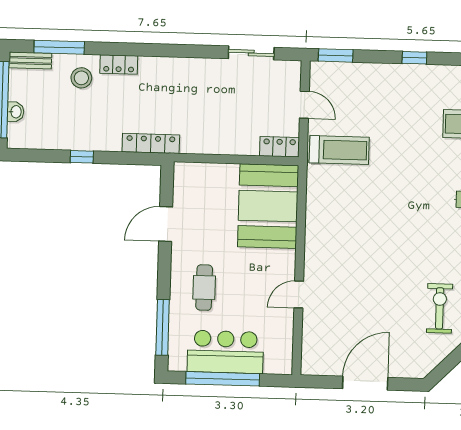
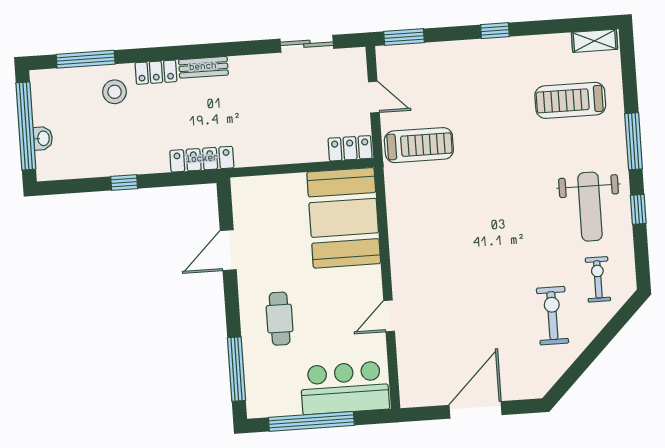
bench: (30, 61) -> (203, 67), moved
bar counter: (225, 352) -> (345, 388), moved

